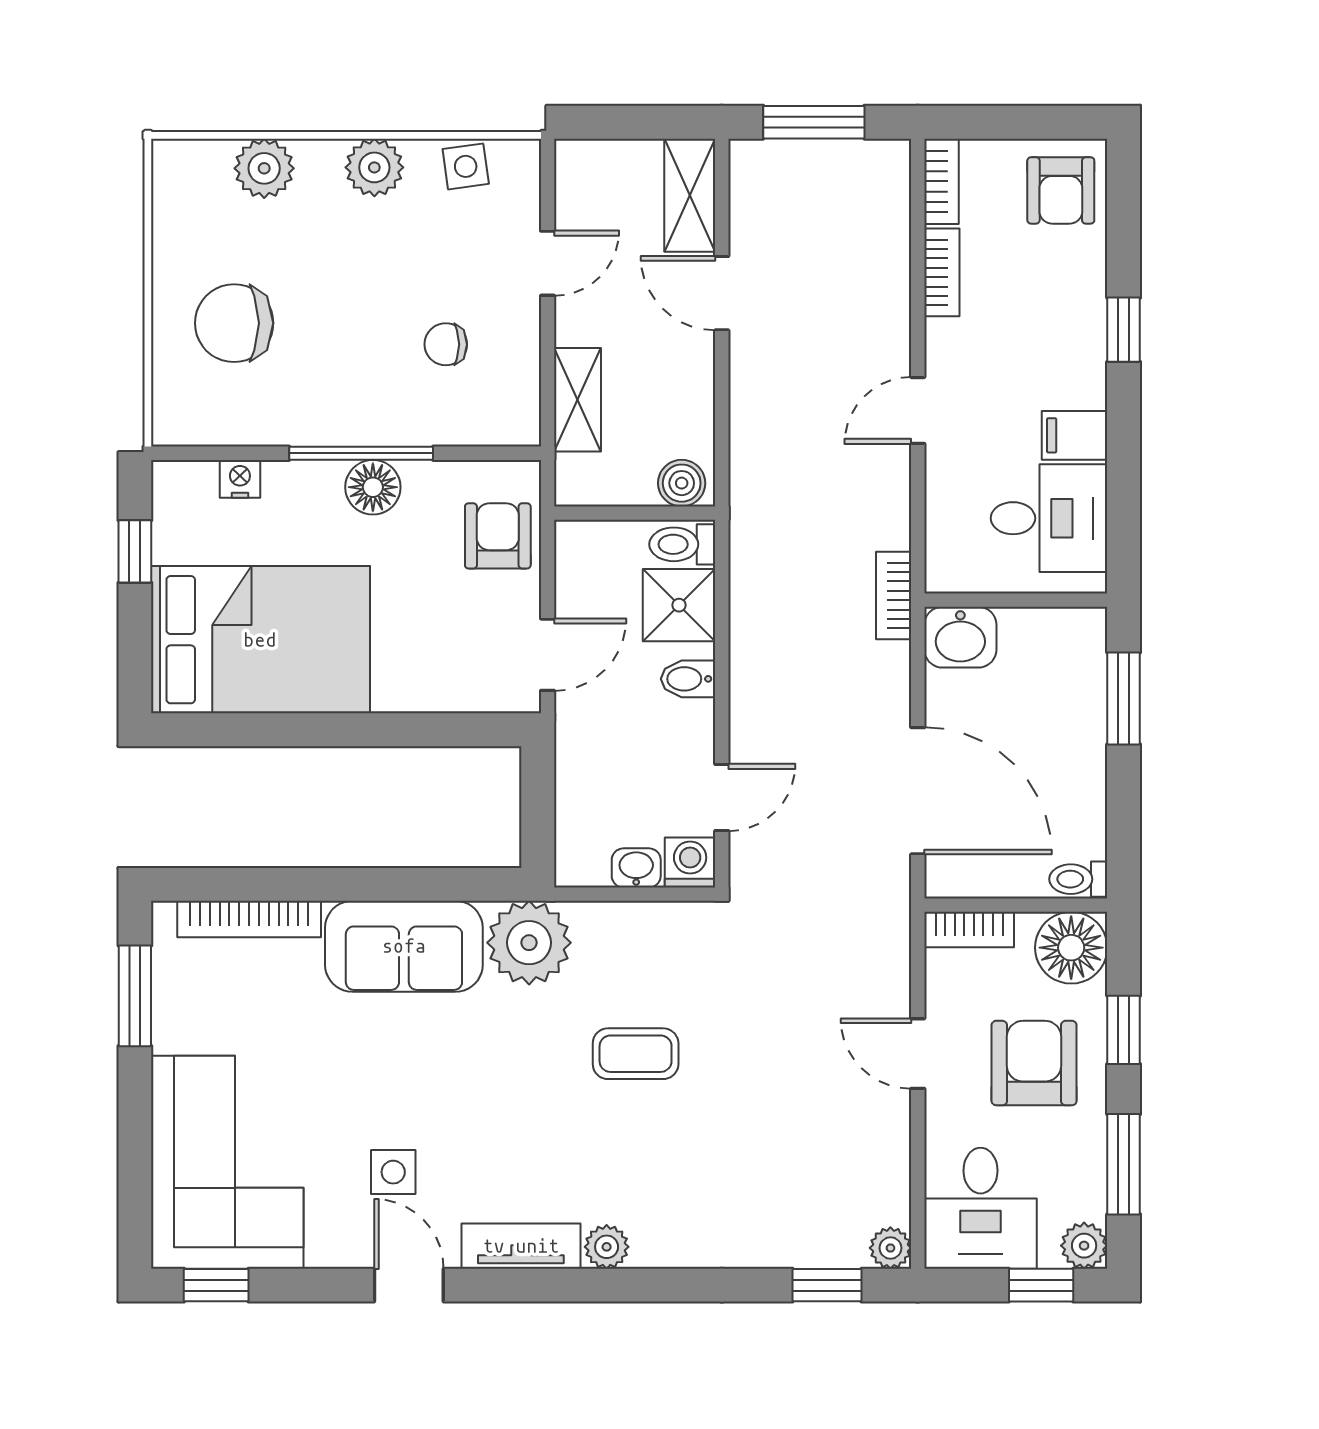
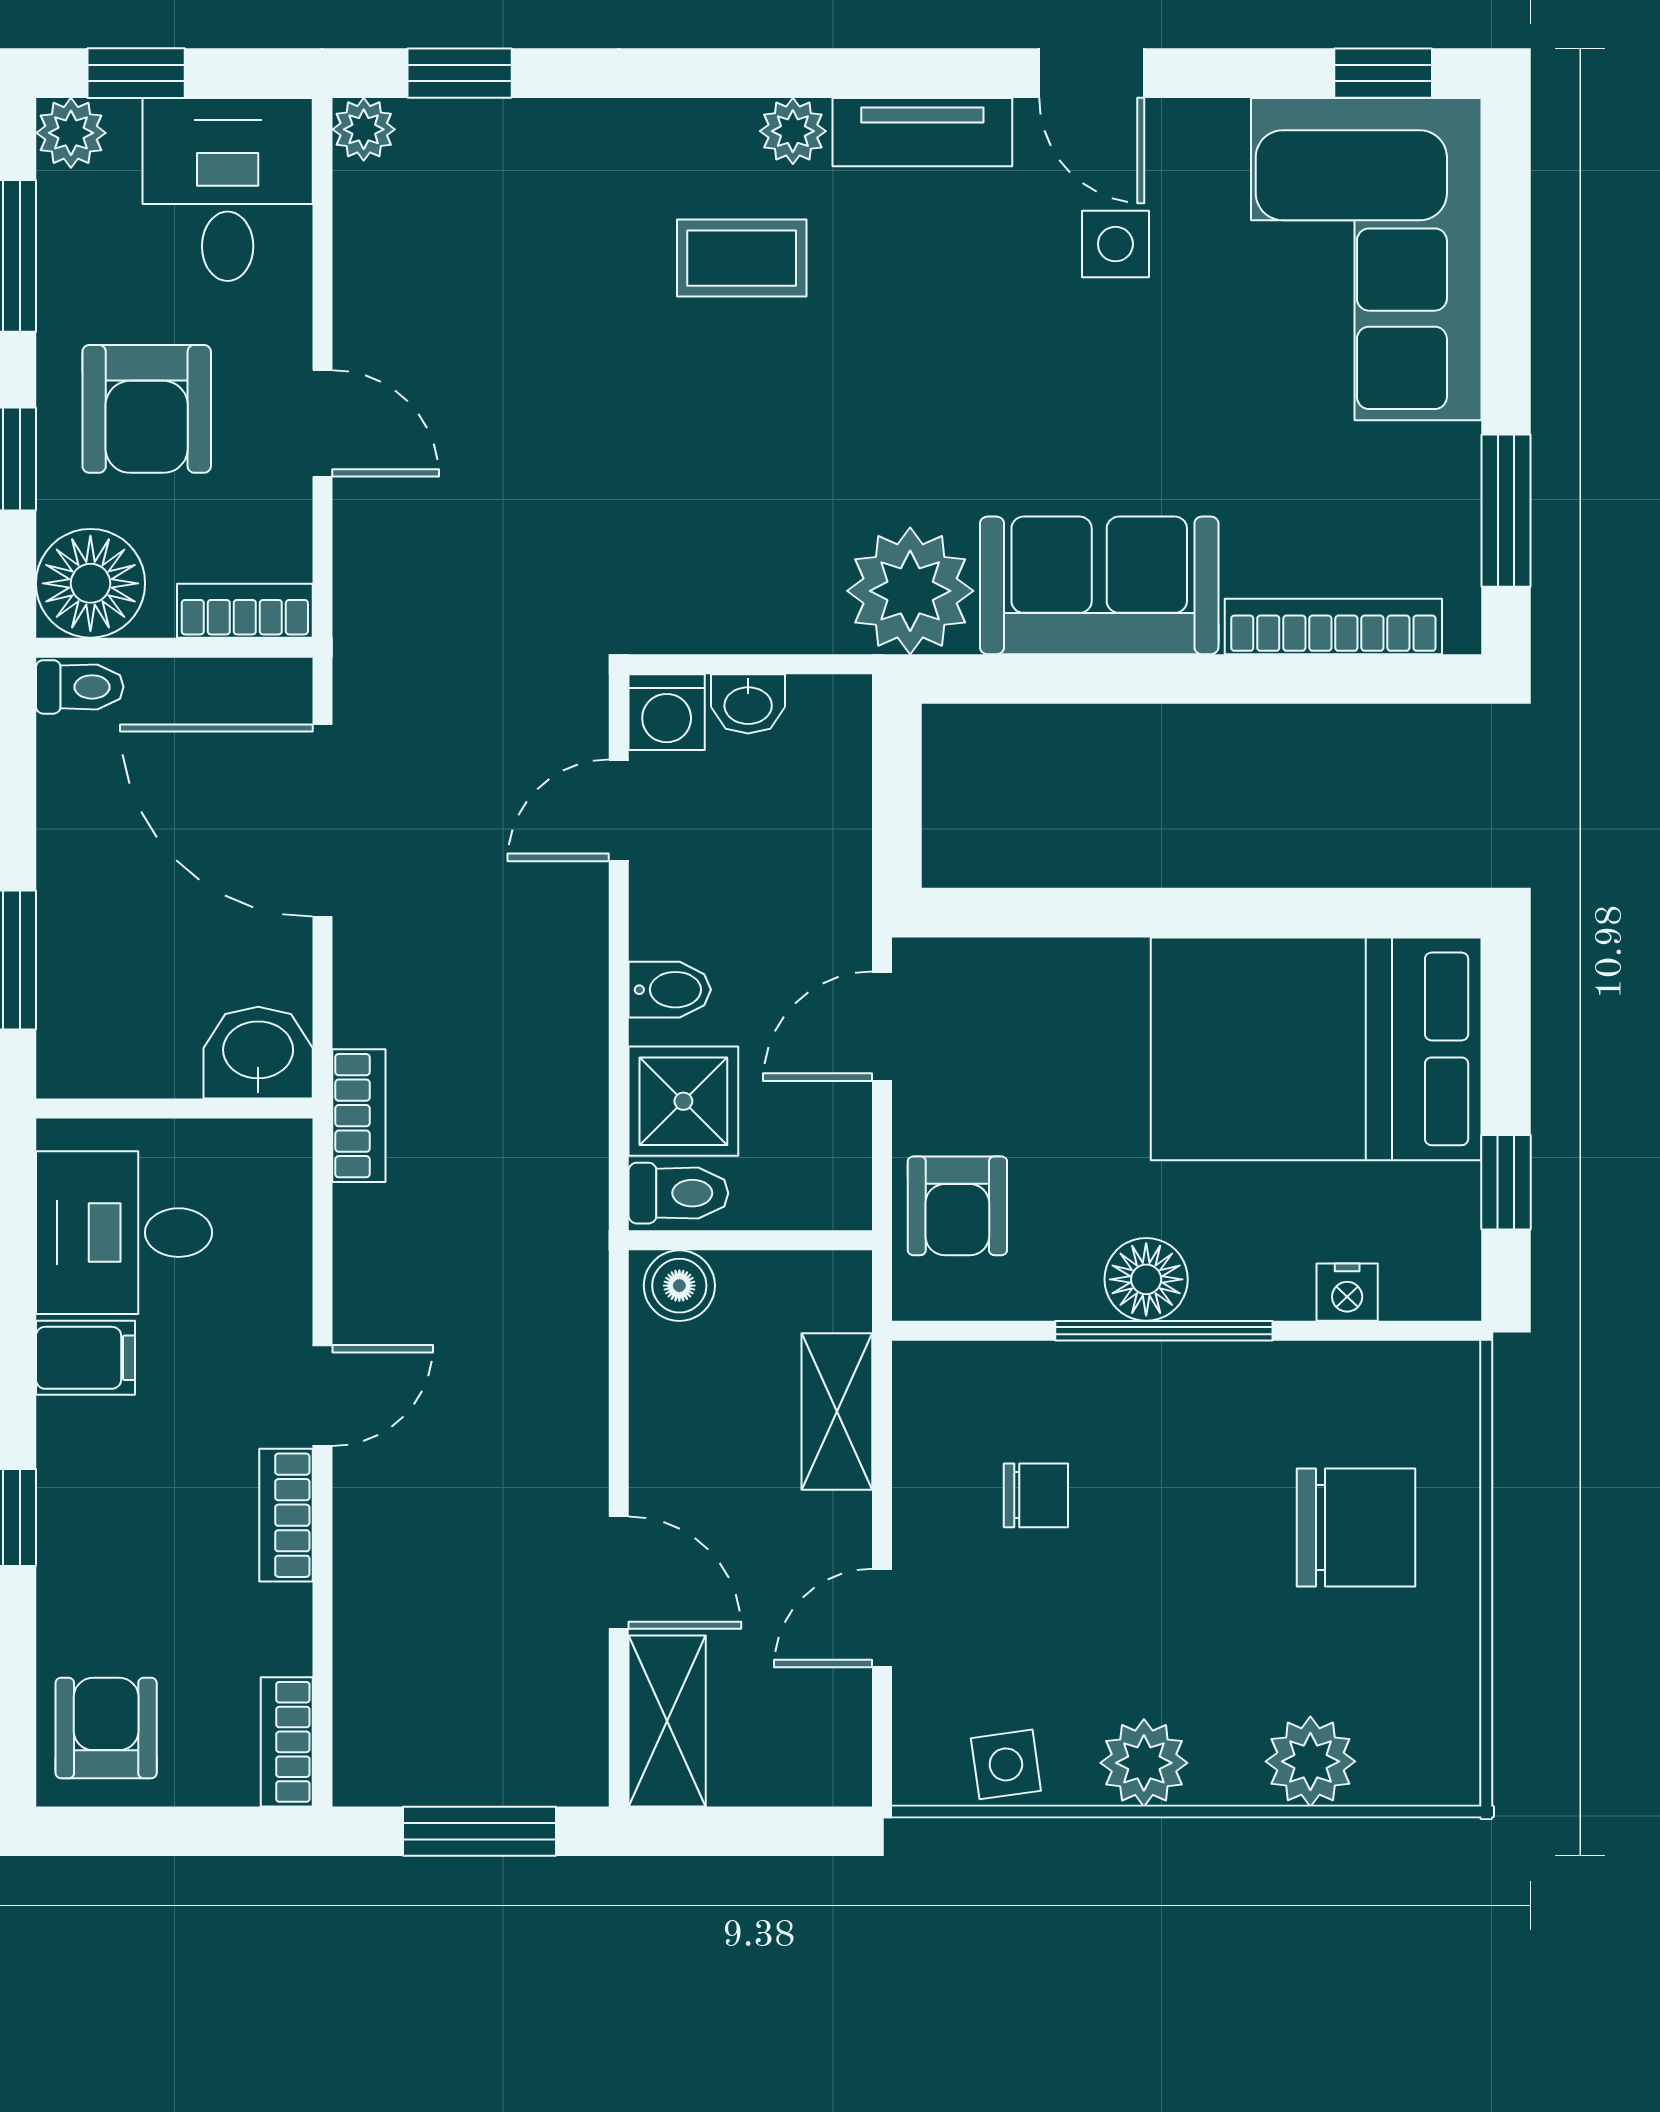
bookcase: (942, 272) -> (286, 1515), moved
coffee table: (636, 1054) -> (742, 258), moved

